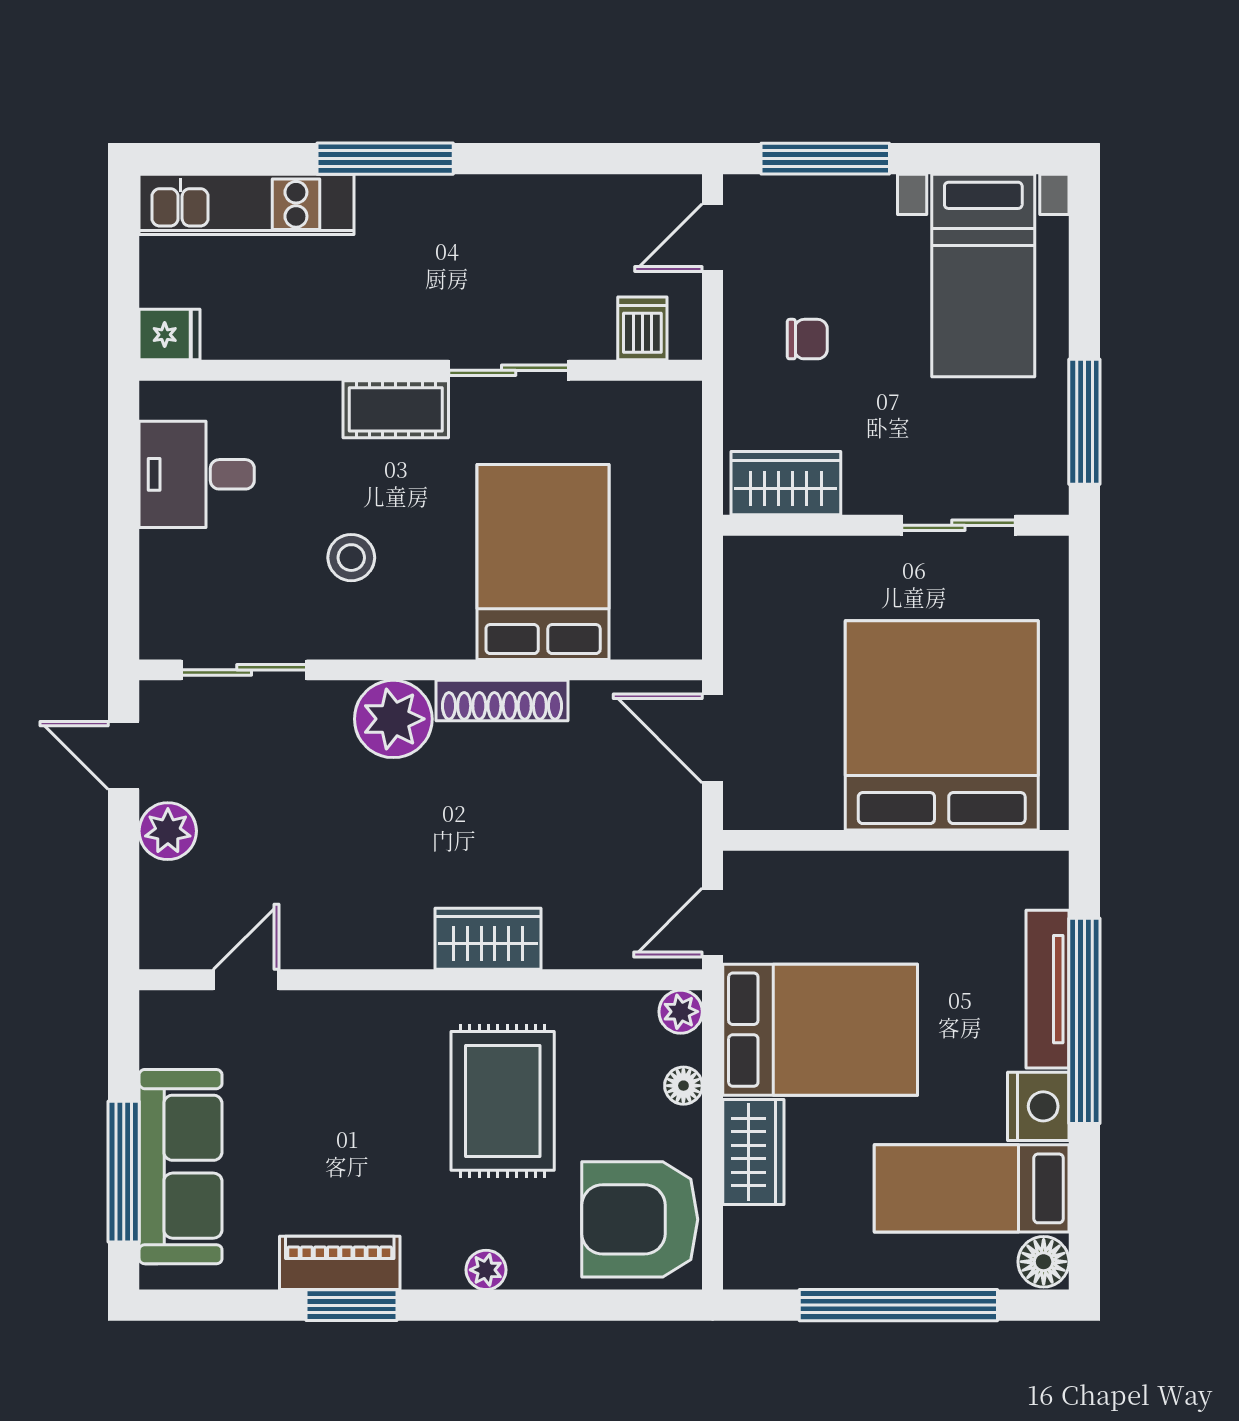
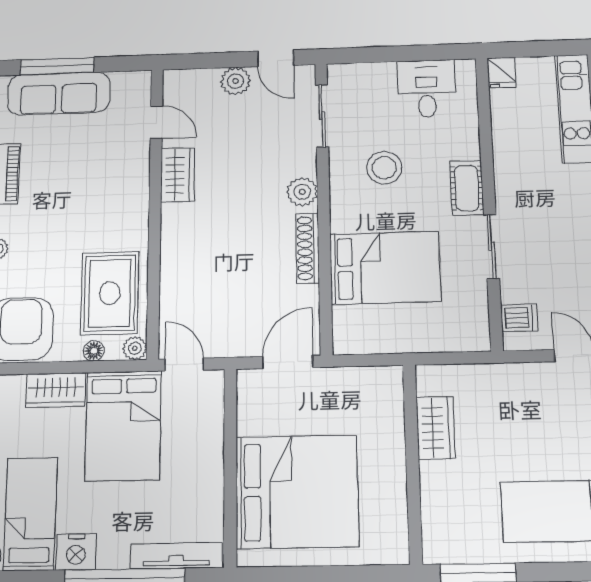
chair: (807, 339) -> (518, 410), removed
wardrobe: (786, 483) -> (436, 428), moved
sliding door: (958, 525) -> (414, 499), removed
stool: (351, 558) -> (384, 168), width x1.38, depth x1.38
plant: (393, 719) -> (302, 192), width x0.73, depth x0.73
door: (124, 755) -> (276, 58), swing flipped
wardrobe: (488, 939) -> (178, 175), moved
tv unit: (1048, 989) -> (176, 556), moved
rug: (503, 1101) -> (110, 293), moved, turned 90

